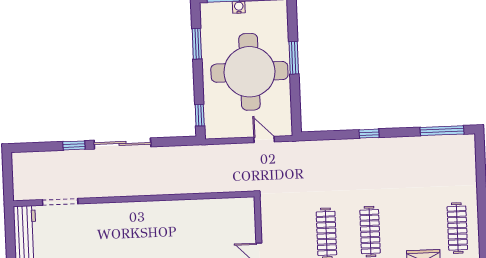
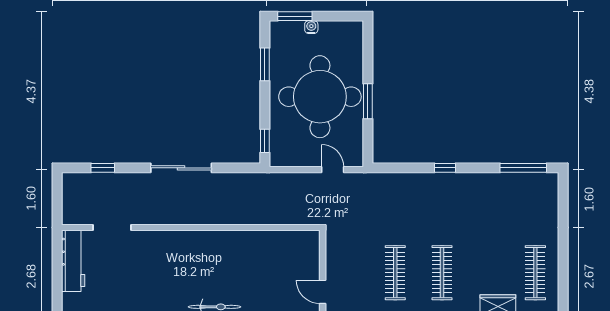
window: (294, 58) -> (368, 101), moved
window: (74, 145) -> (103, 168), moved

